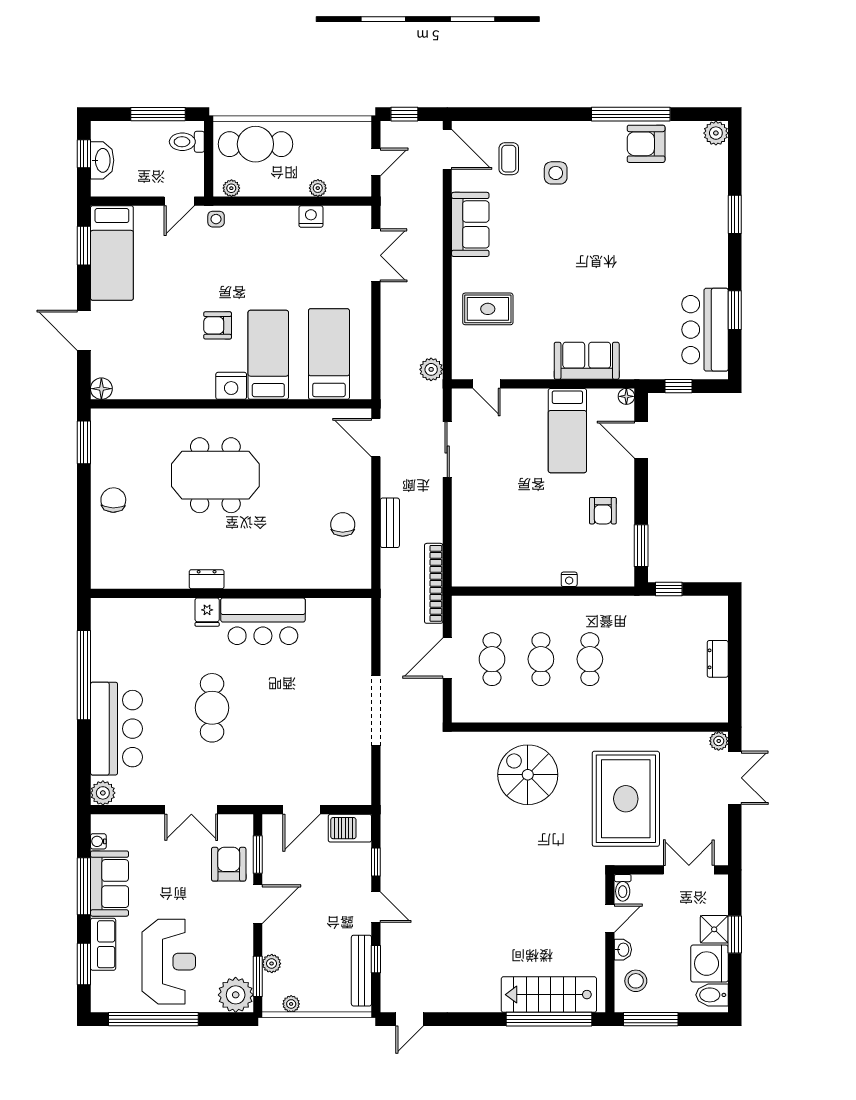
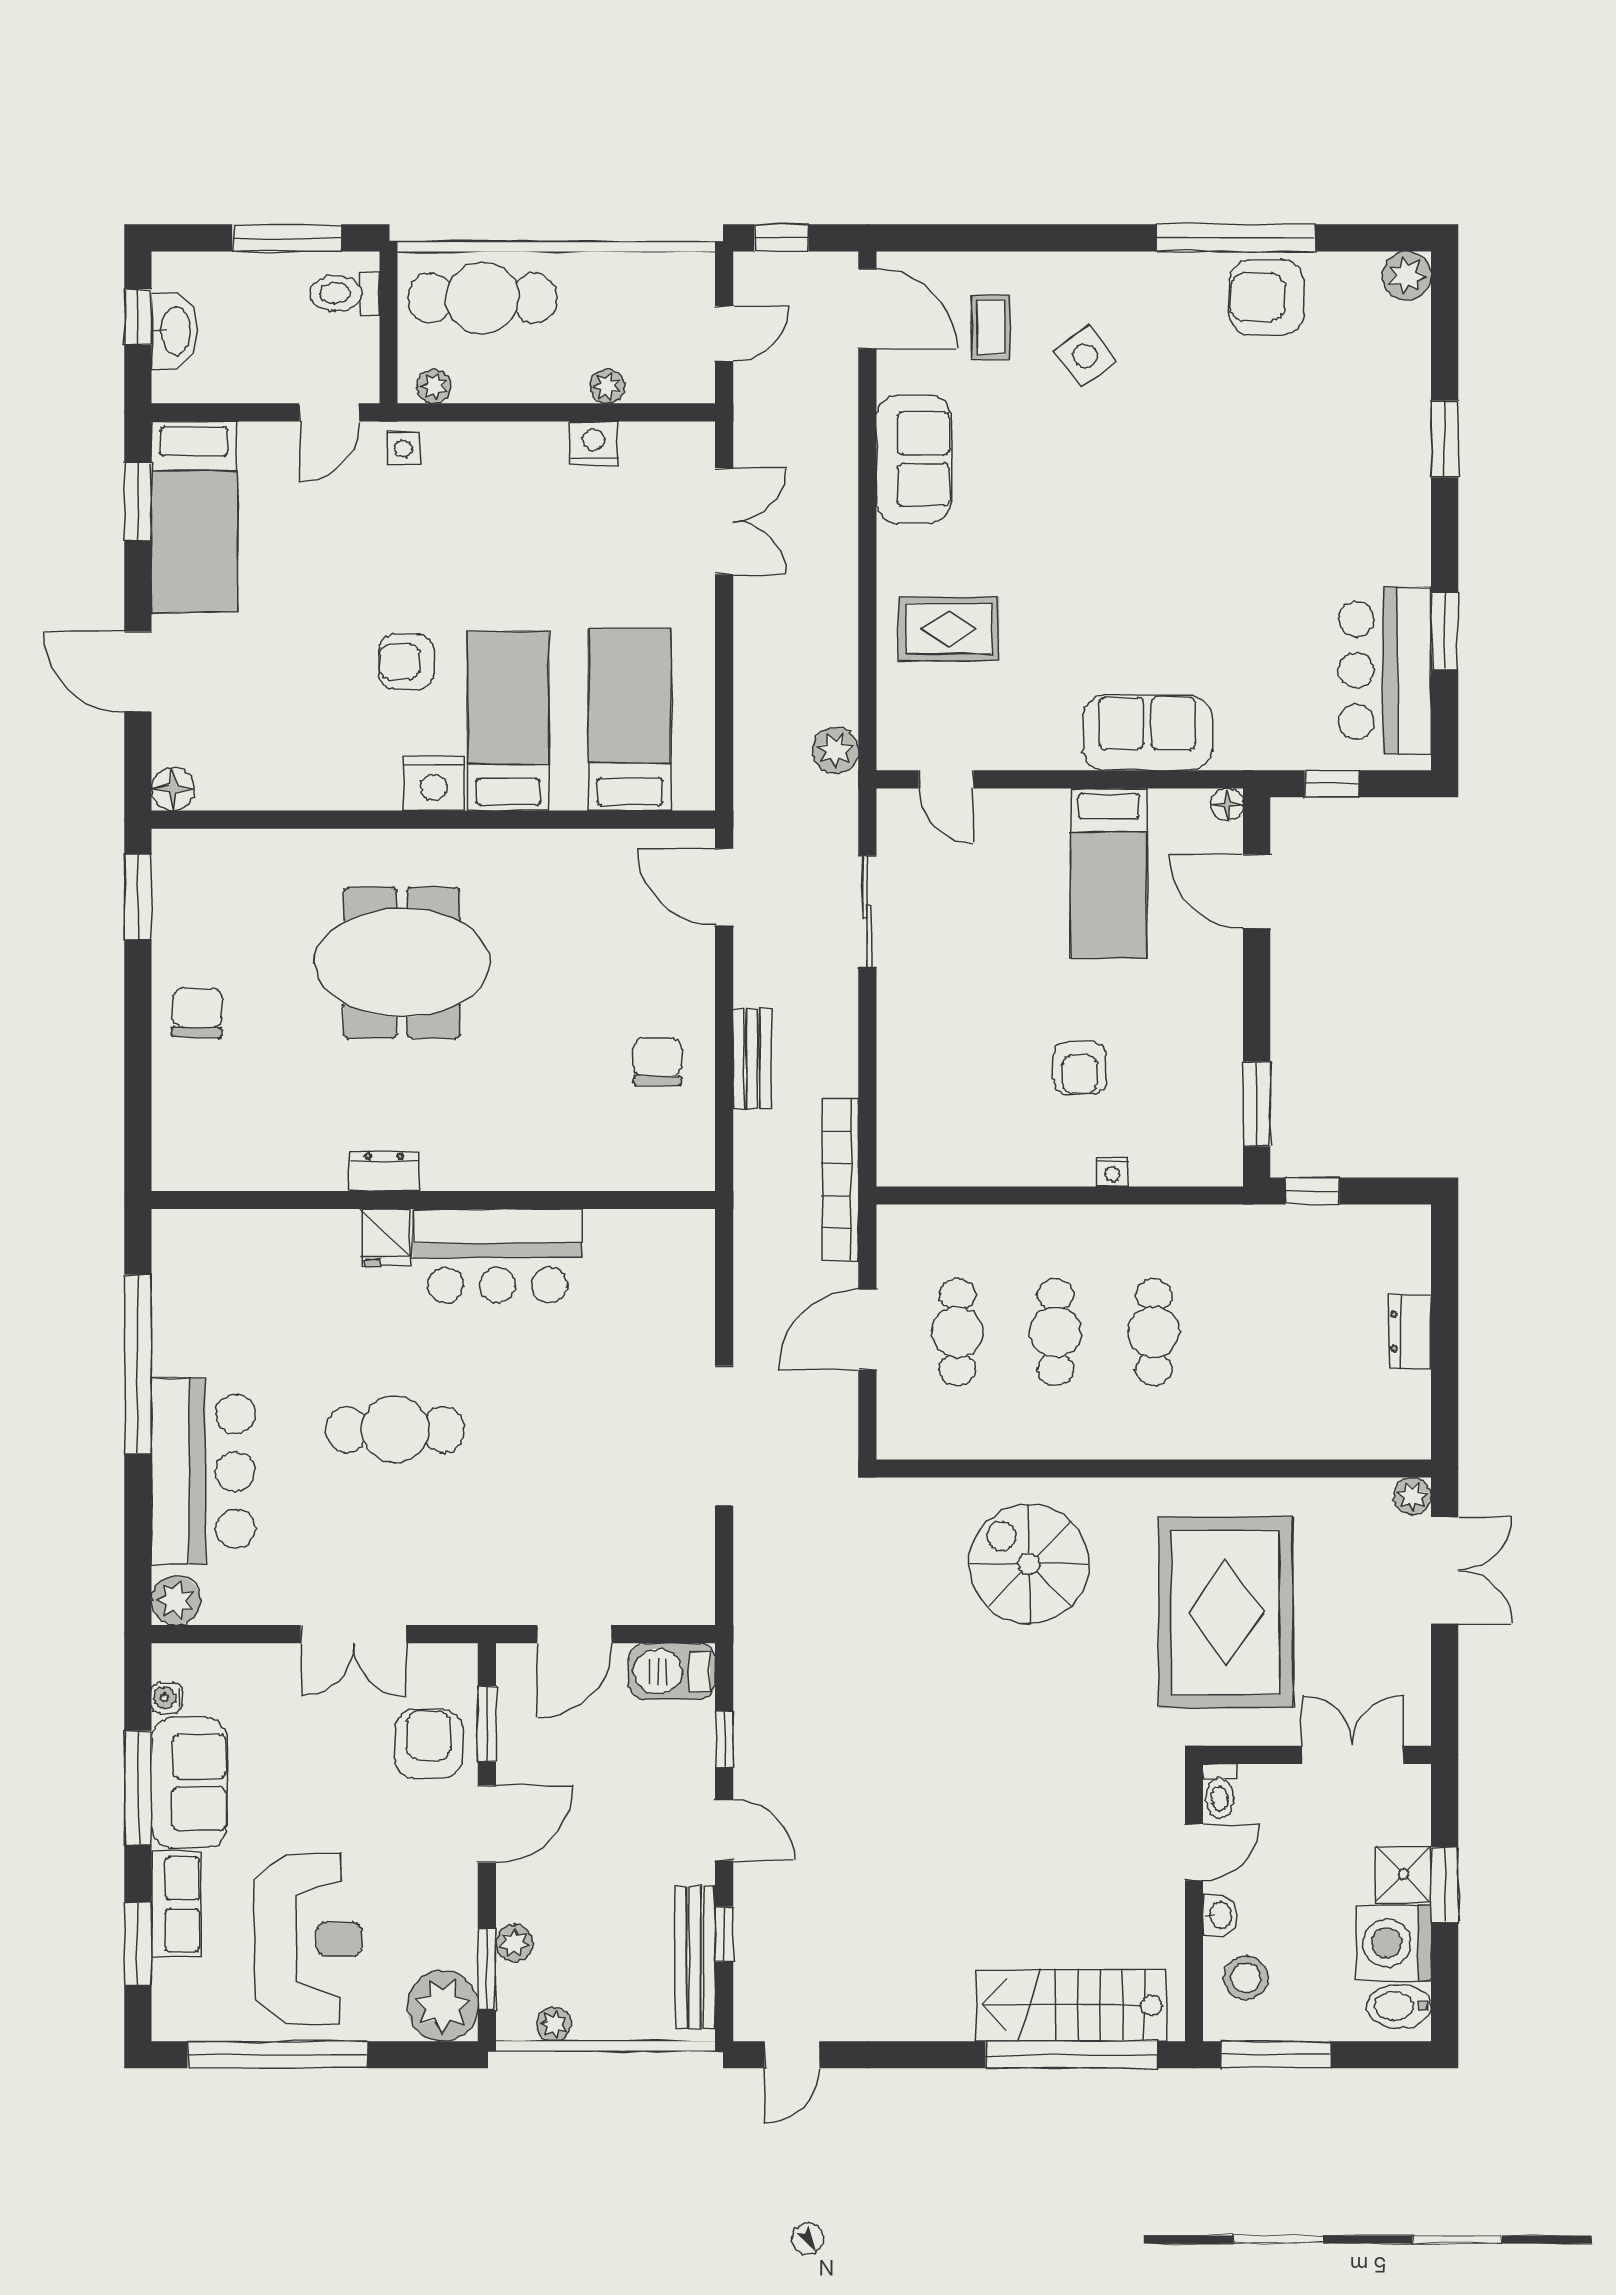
side table: (556, 173) -> (1085, 356), turned -37
armchair: (603, 511) -> (1080, 1068), moved
cafe table: (212, 708) -> (395, 1430), turned 90

